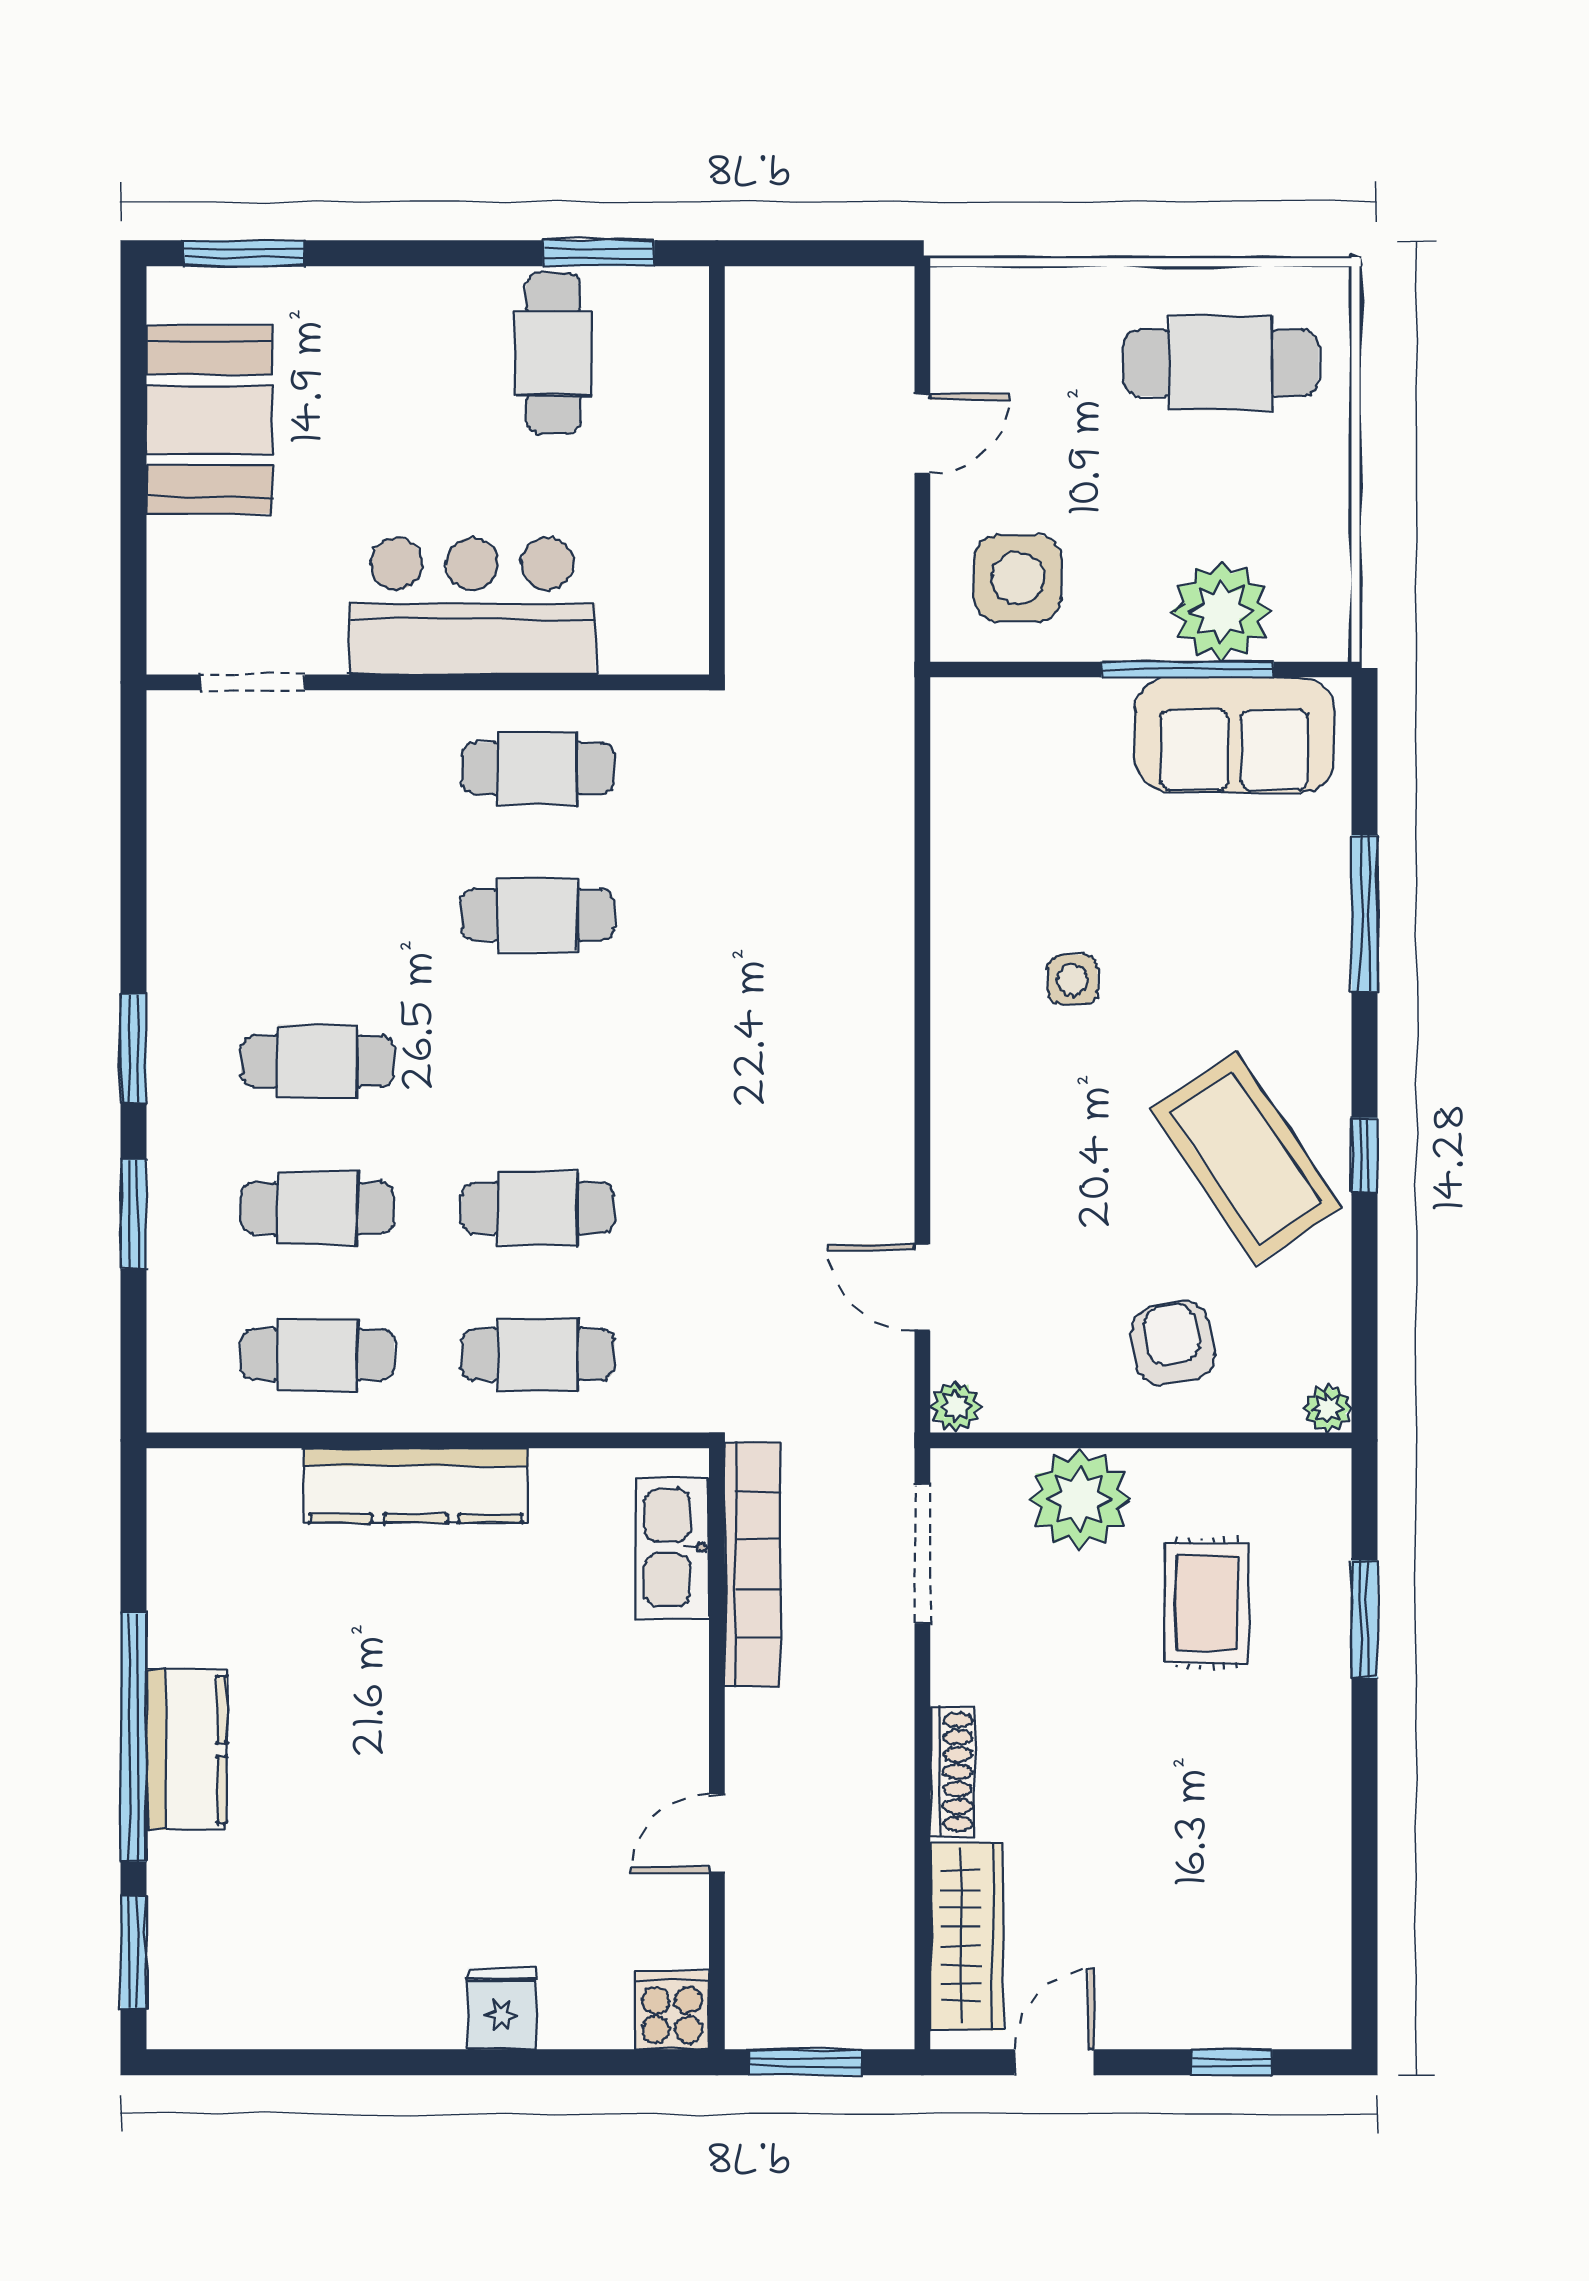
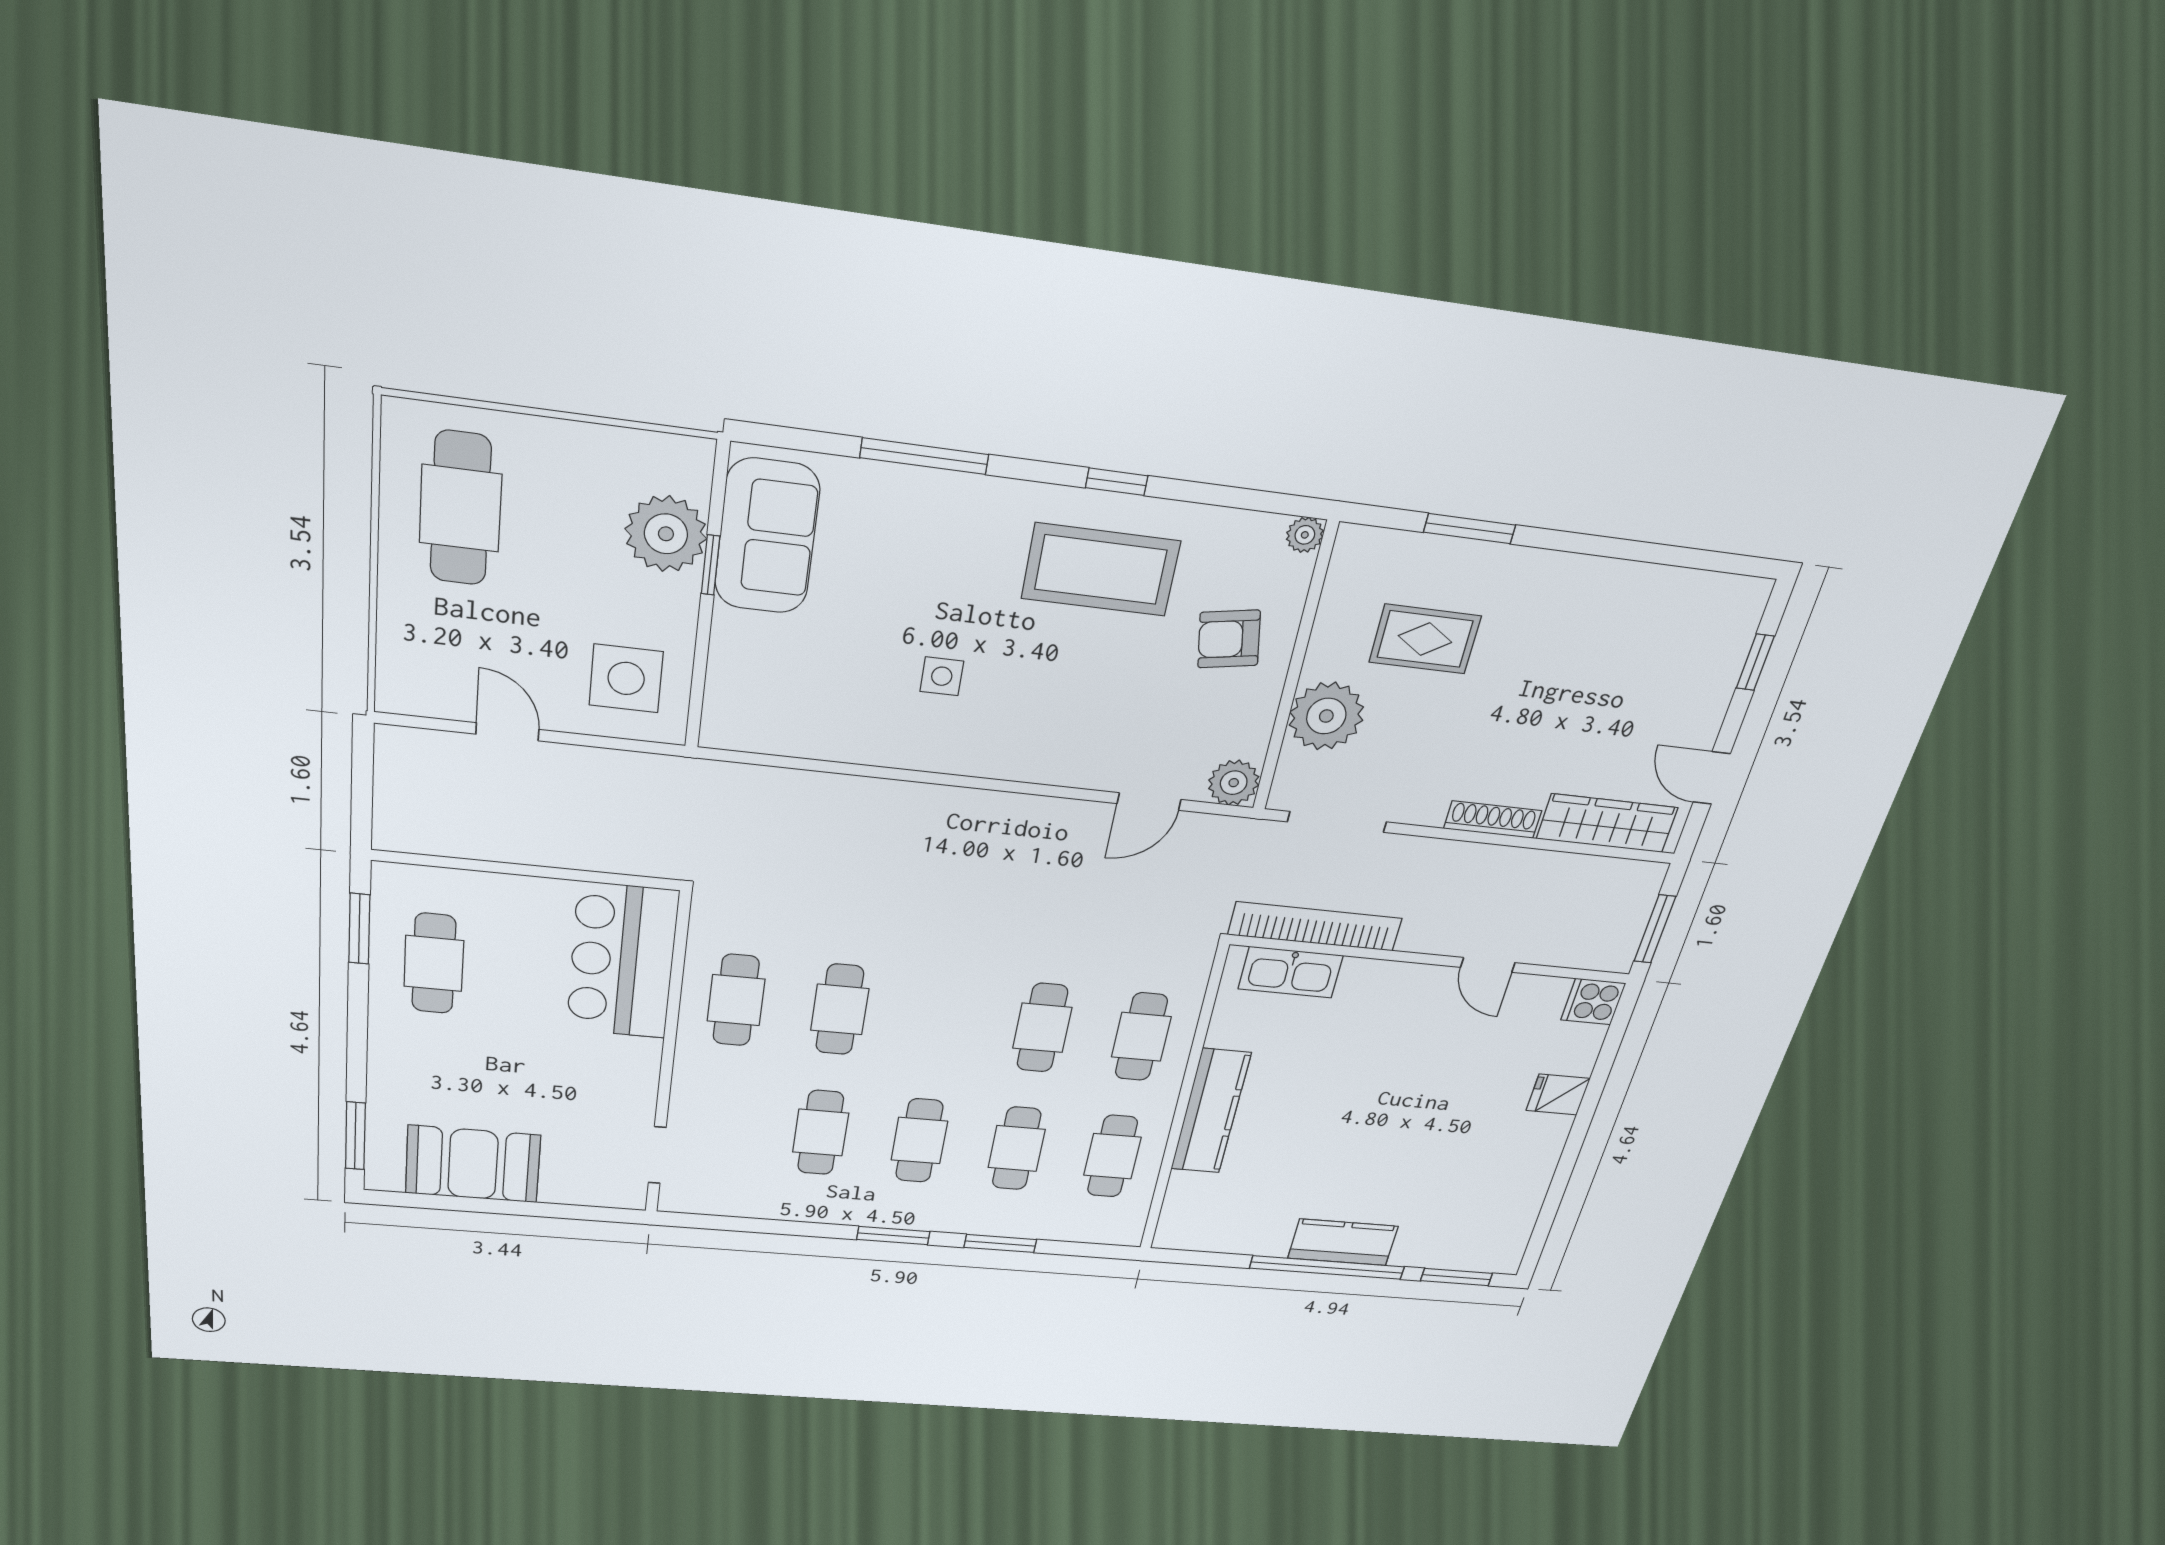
cafe table: (553, 353) -> (434, 963), turned 90
bar counter: (472, 606) -> (622, 961), moved
window: (1187, 669) -> (711, 565), width x0.46
cafe table: (318, 915) -> (821, 1133), added
coffee table: (1246, 1158) -> (1101, 570), turned 34
plant: (956, 1406) -> (1234, 783), width x1.38, depth x1.38

